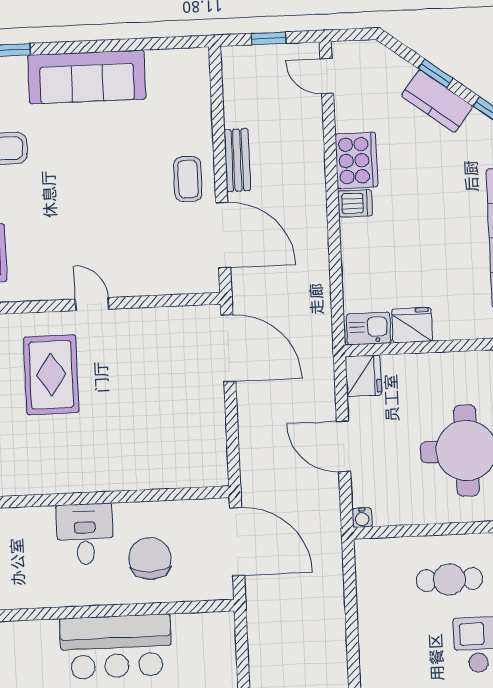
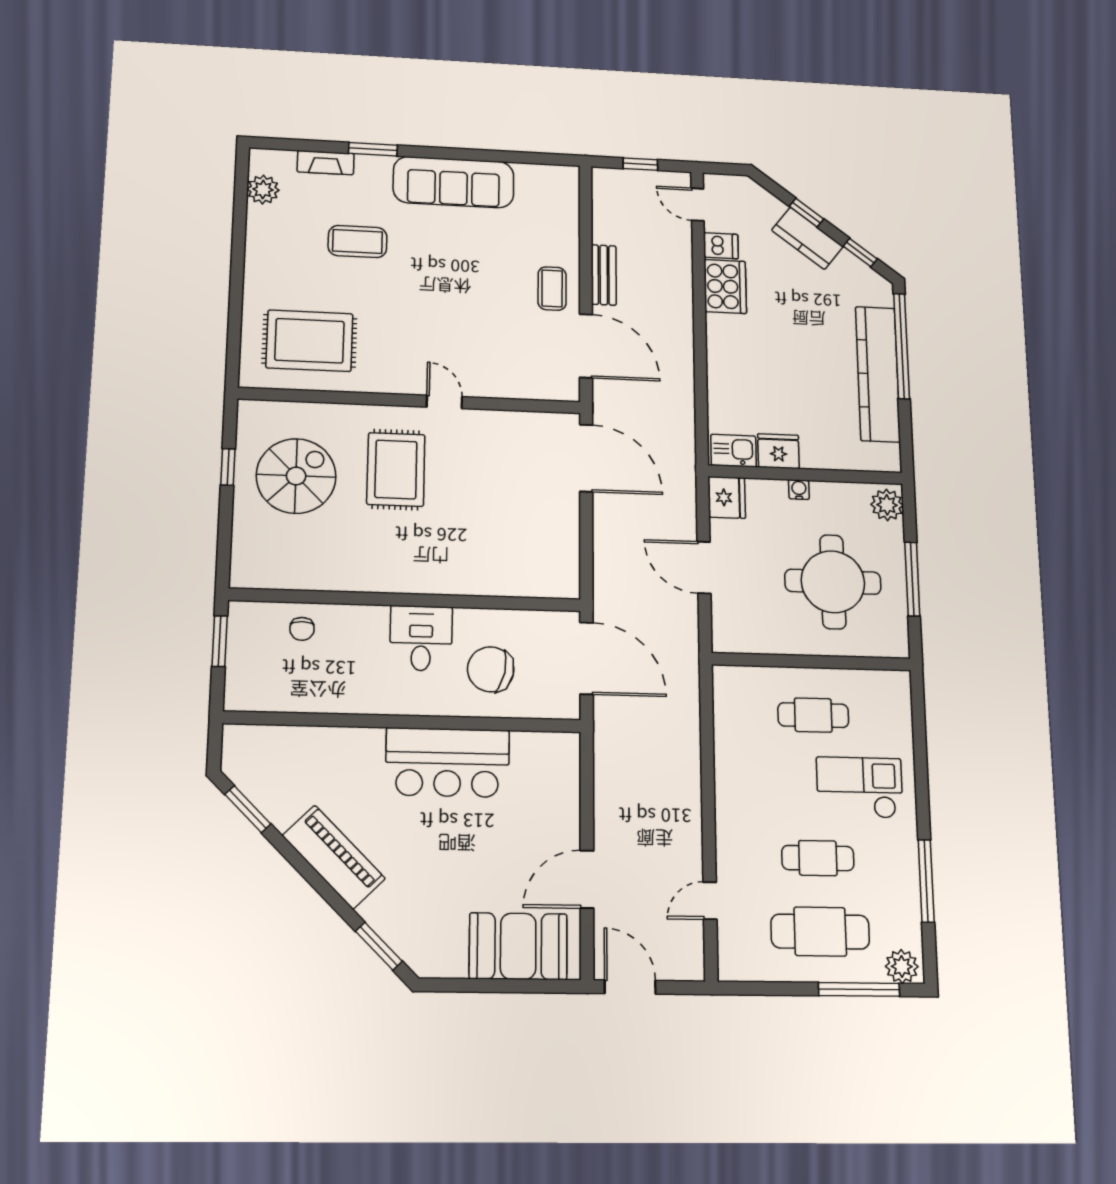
dishwasher: (355, 203) -> (721, 246), moved
water cooler: (362, 518) -> (799, 490), moved, turned 180
chair: (150, 558) -> (491, 669), turned -78

